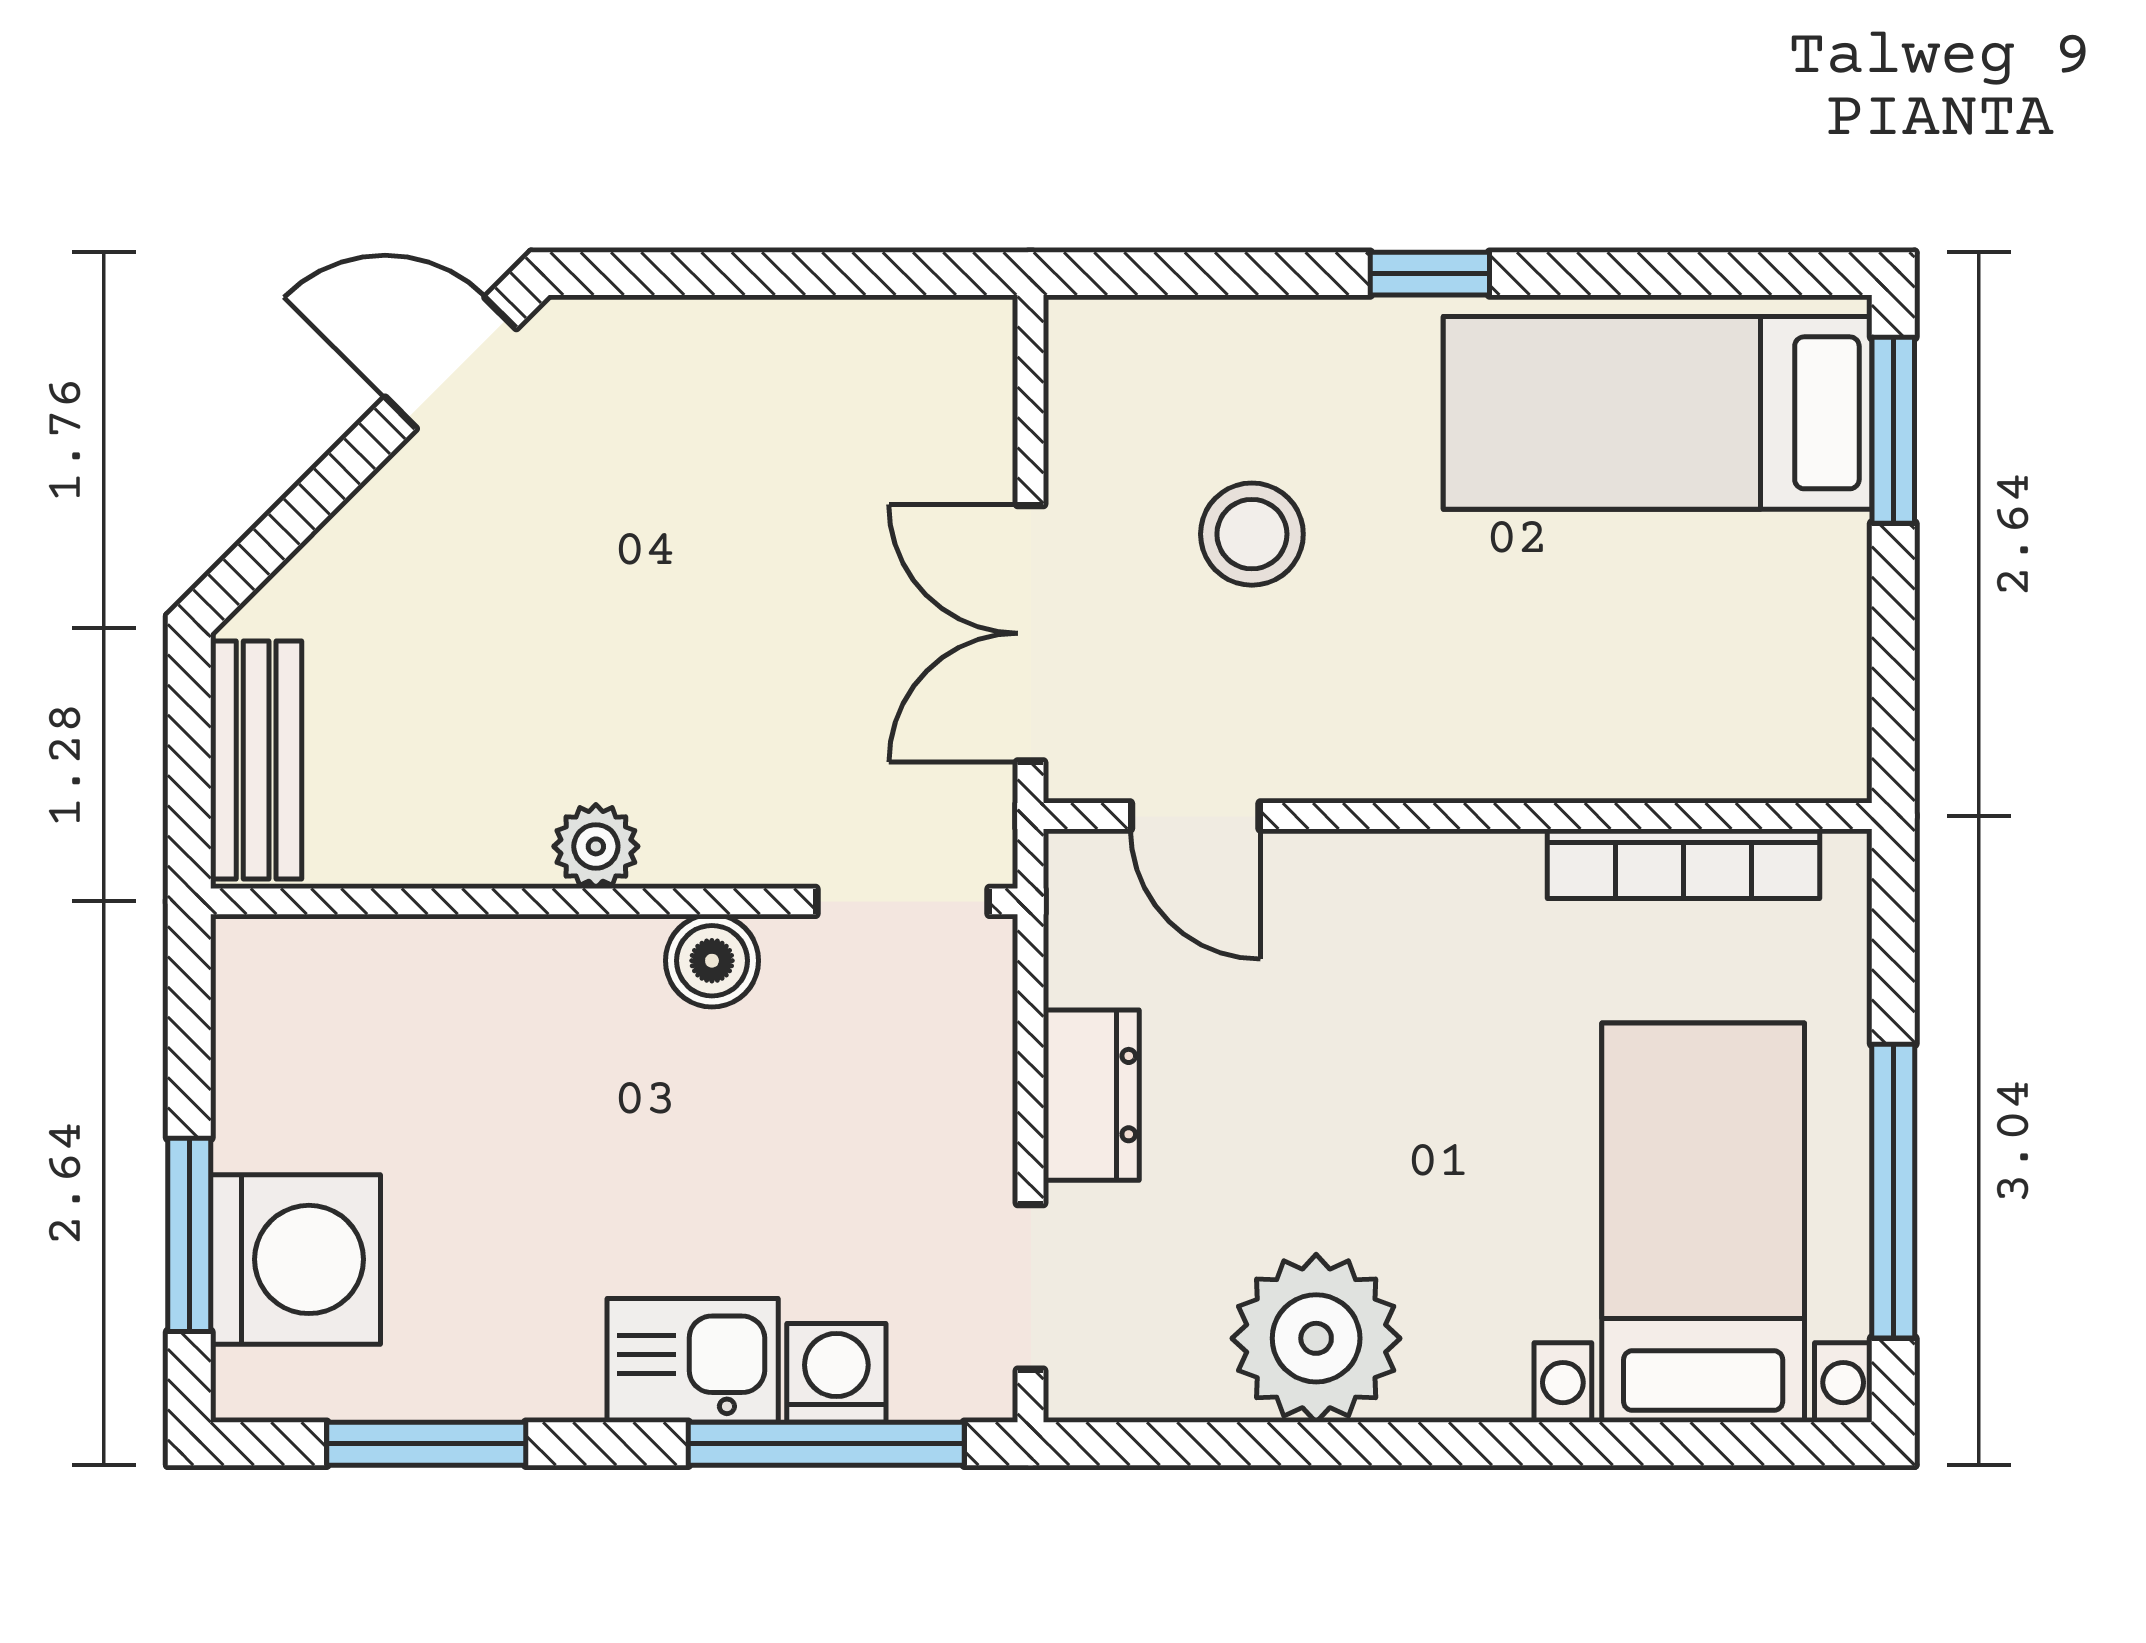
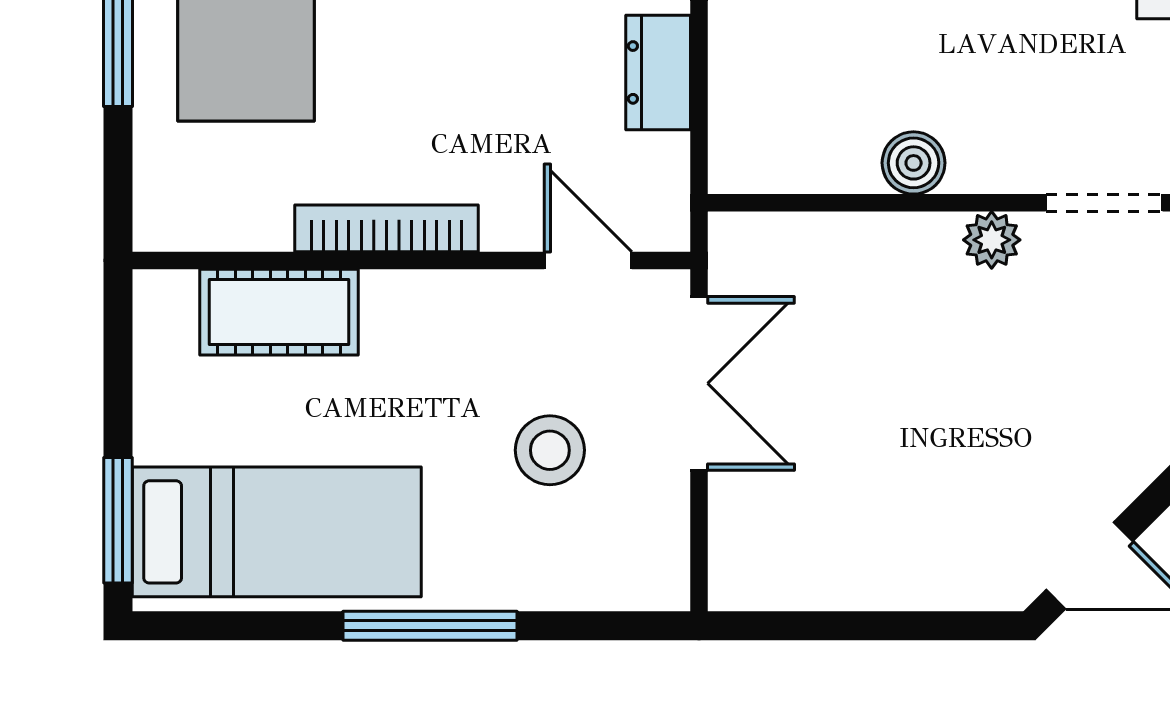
window: (1430, 274) -> (430, 626), width x2.17
cot: (1654, 739) -> (279, 312), added
bookcase: (1683, 864) -> (386, 228), moved
doorway: (903, 901) -> (1104, 203), moved

